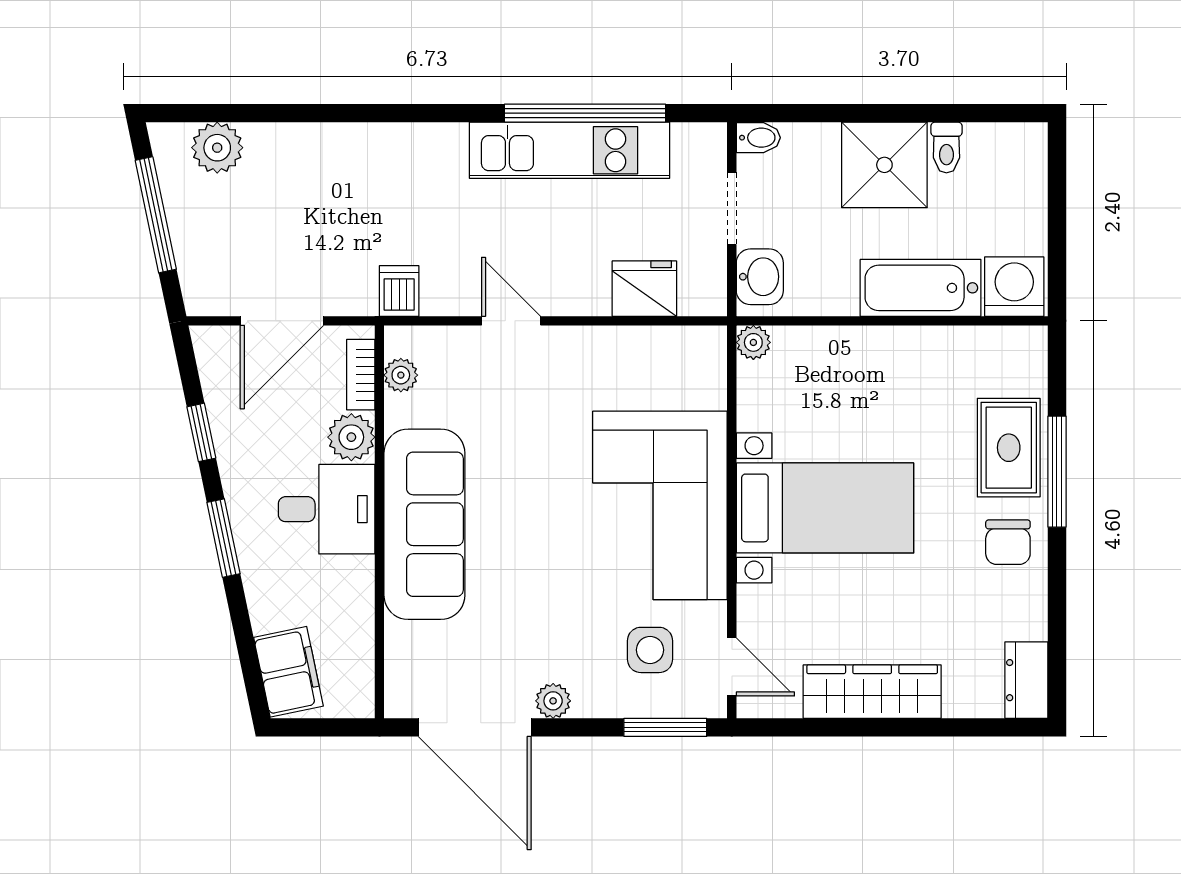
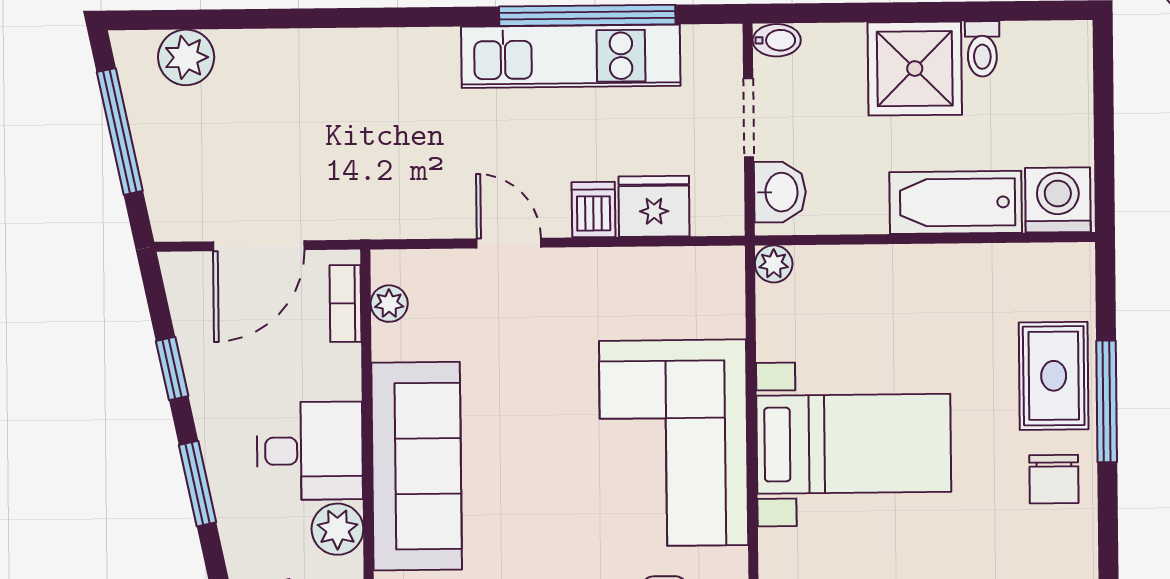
dishwasher: (399, 291) -> (594, 210), moved
plant: (351, 437) -> (337, 529), moved

